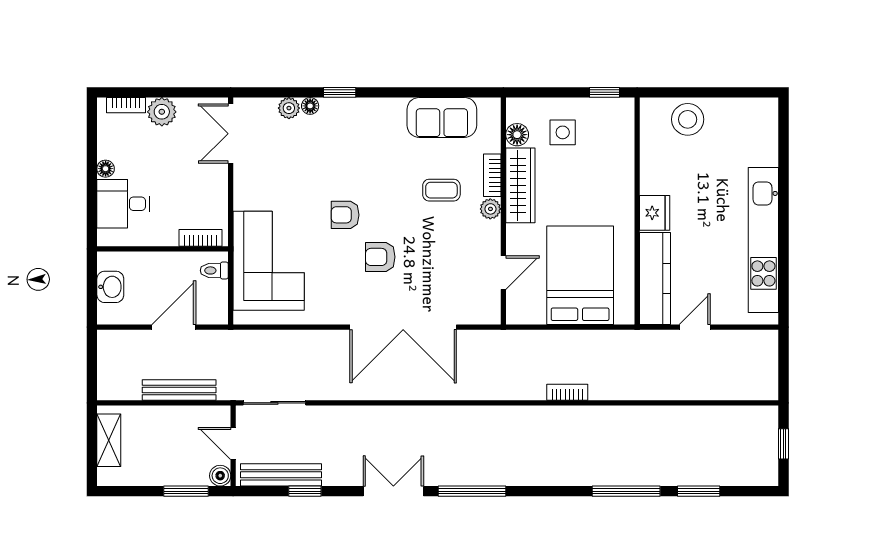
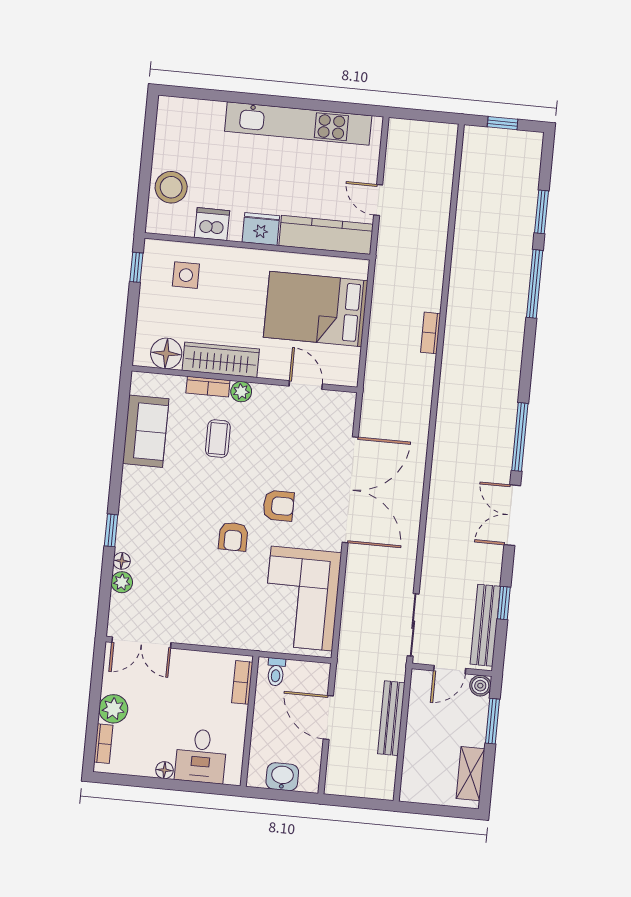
side table: (563, 132) -> (186, 275), moved
floor lamp: (517, 135) -> (166, 353), width x1.38, depth x1.38
dishwasher: (655, 164) -> (212, 224), added
armchair: (380, 257) -> (278, 506), turned -90
corner sofa: (269, 261) -> (302, 598), moved, turned -90
shelving: (109, 440) -> (470, 774), moved, turned 90

